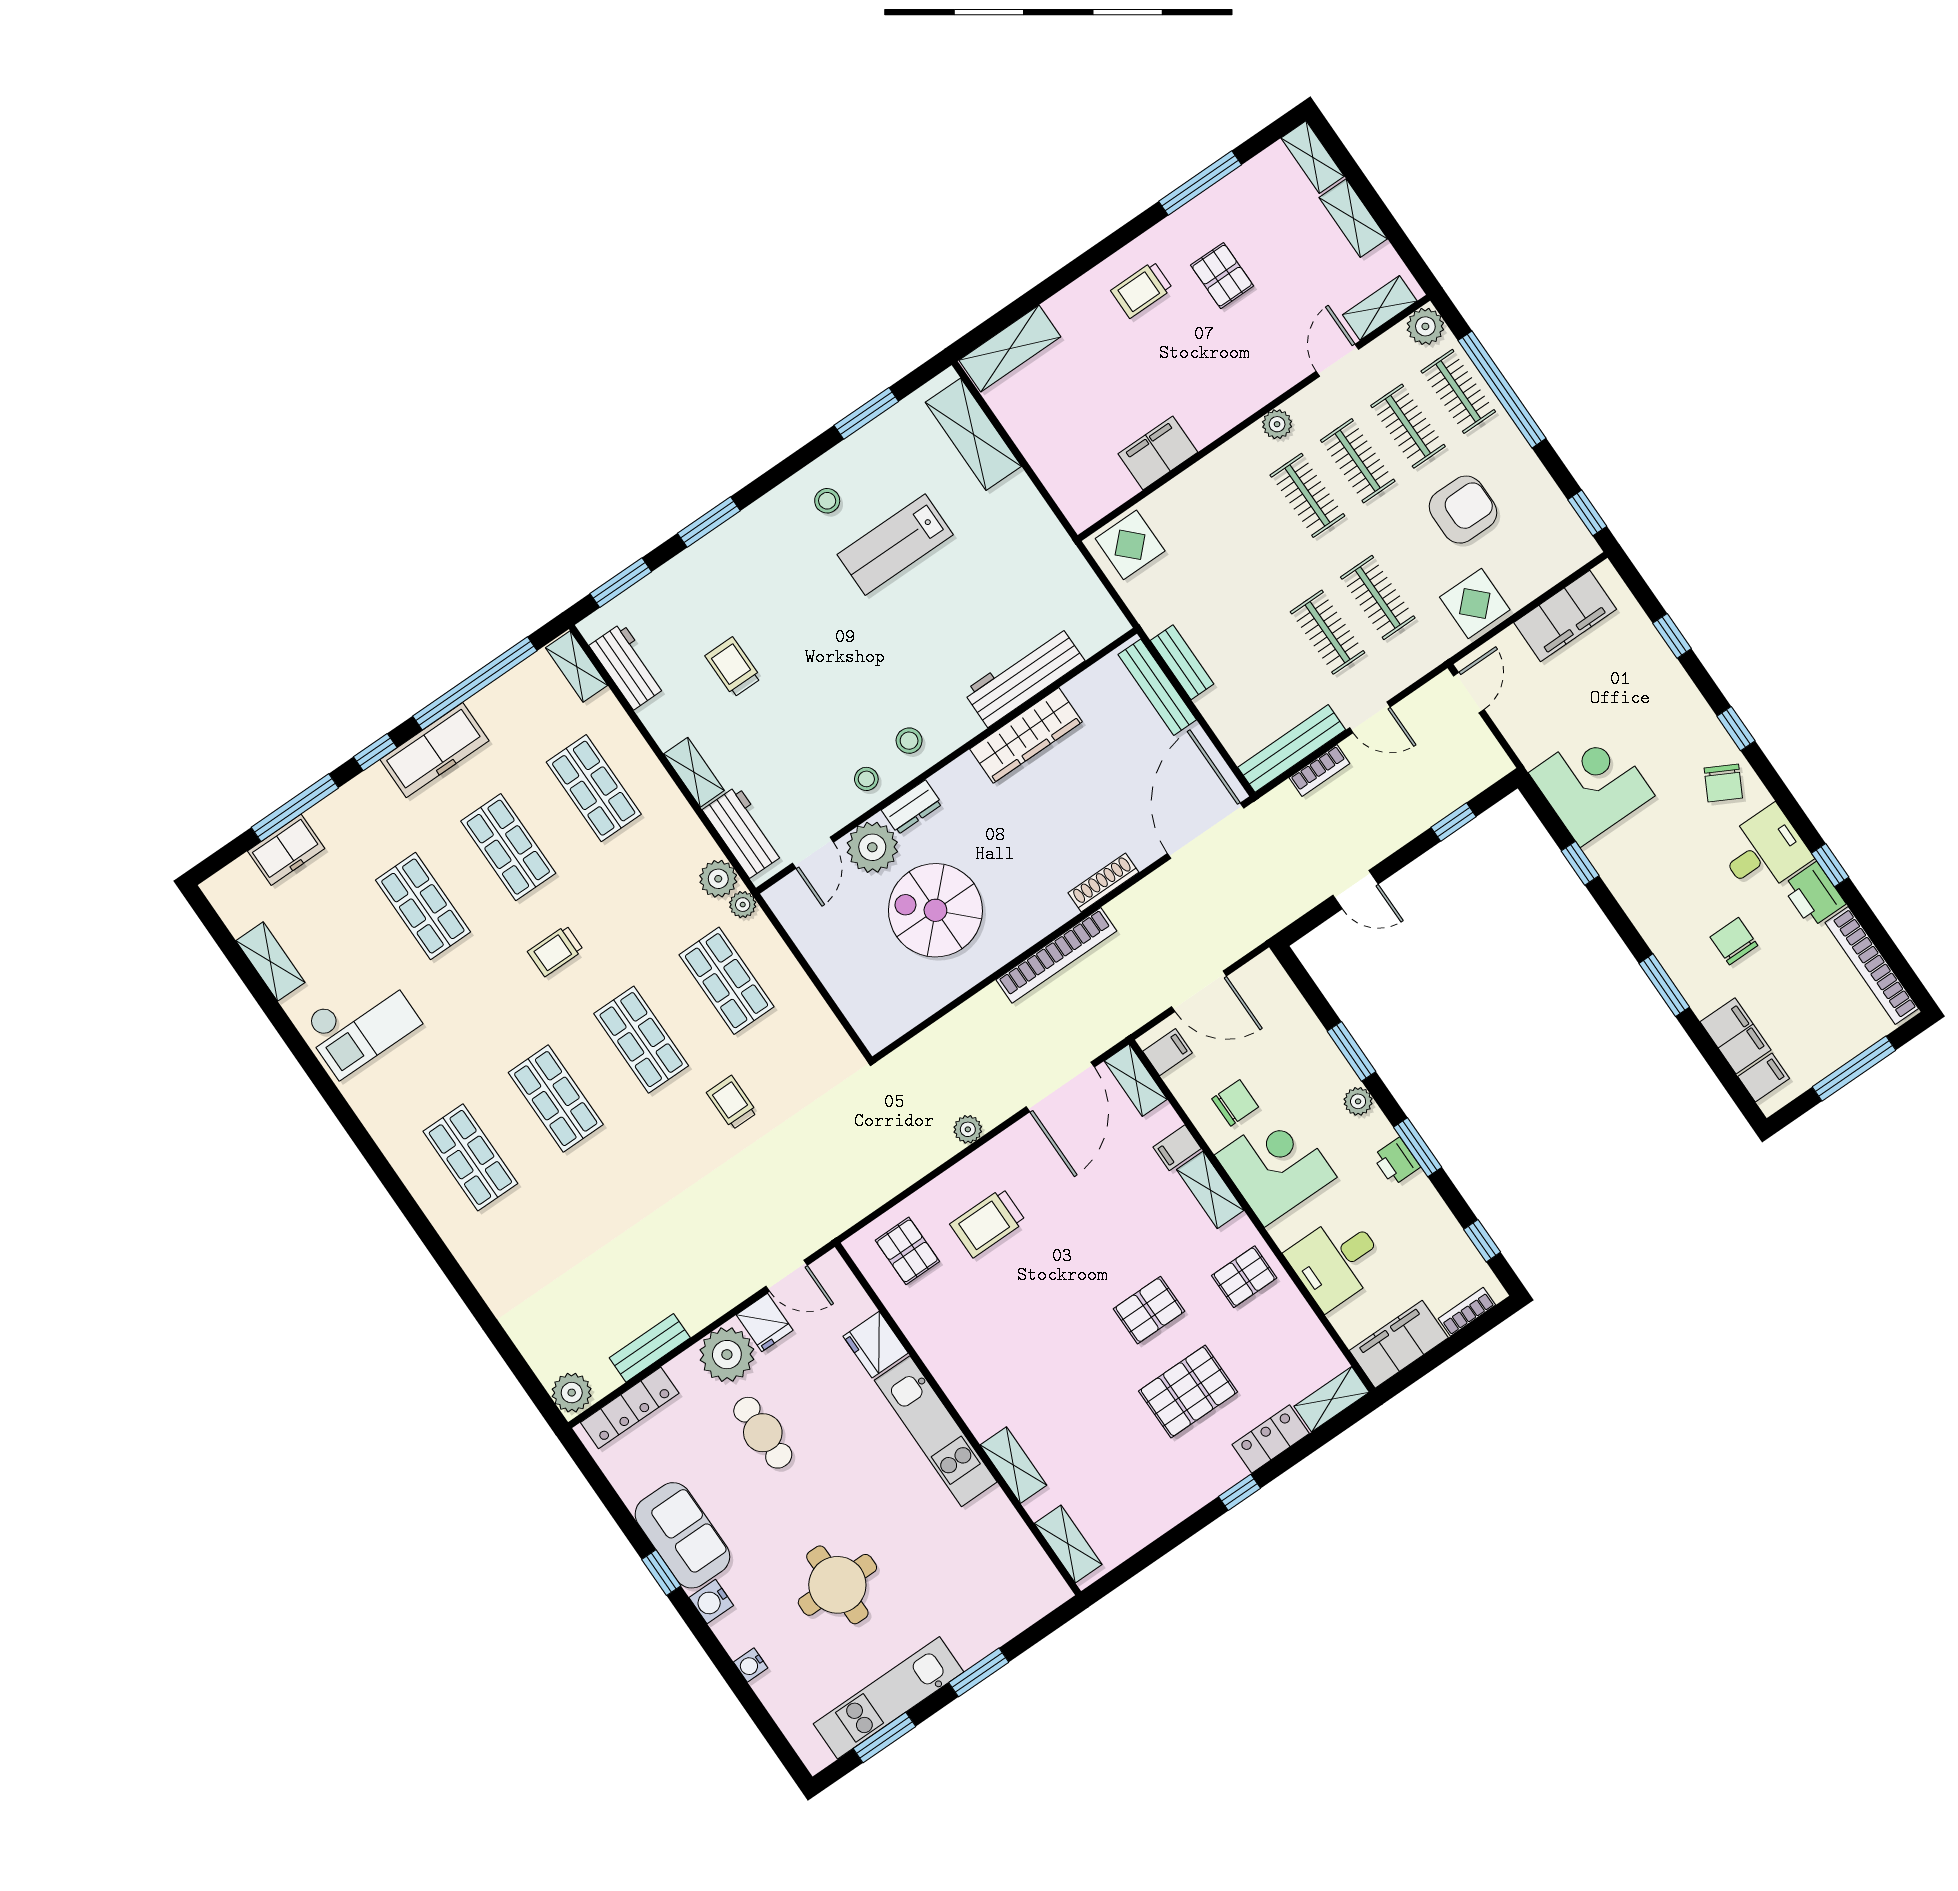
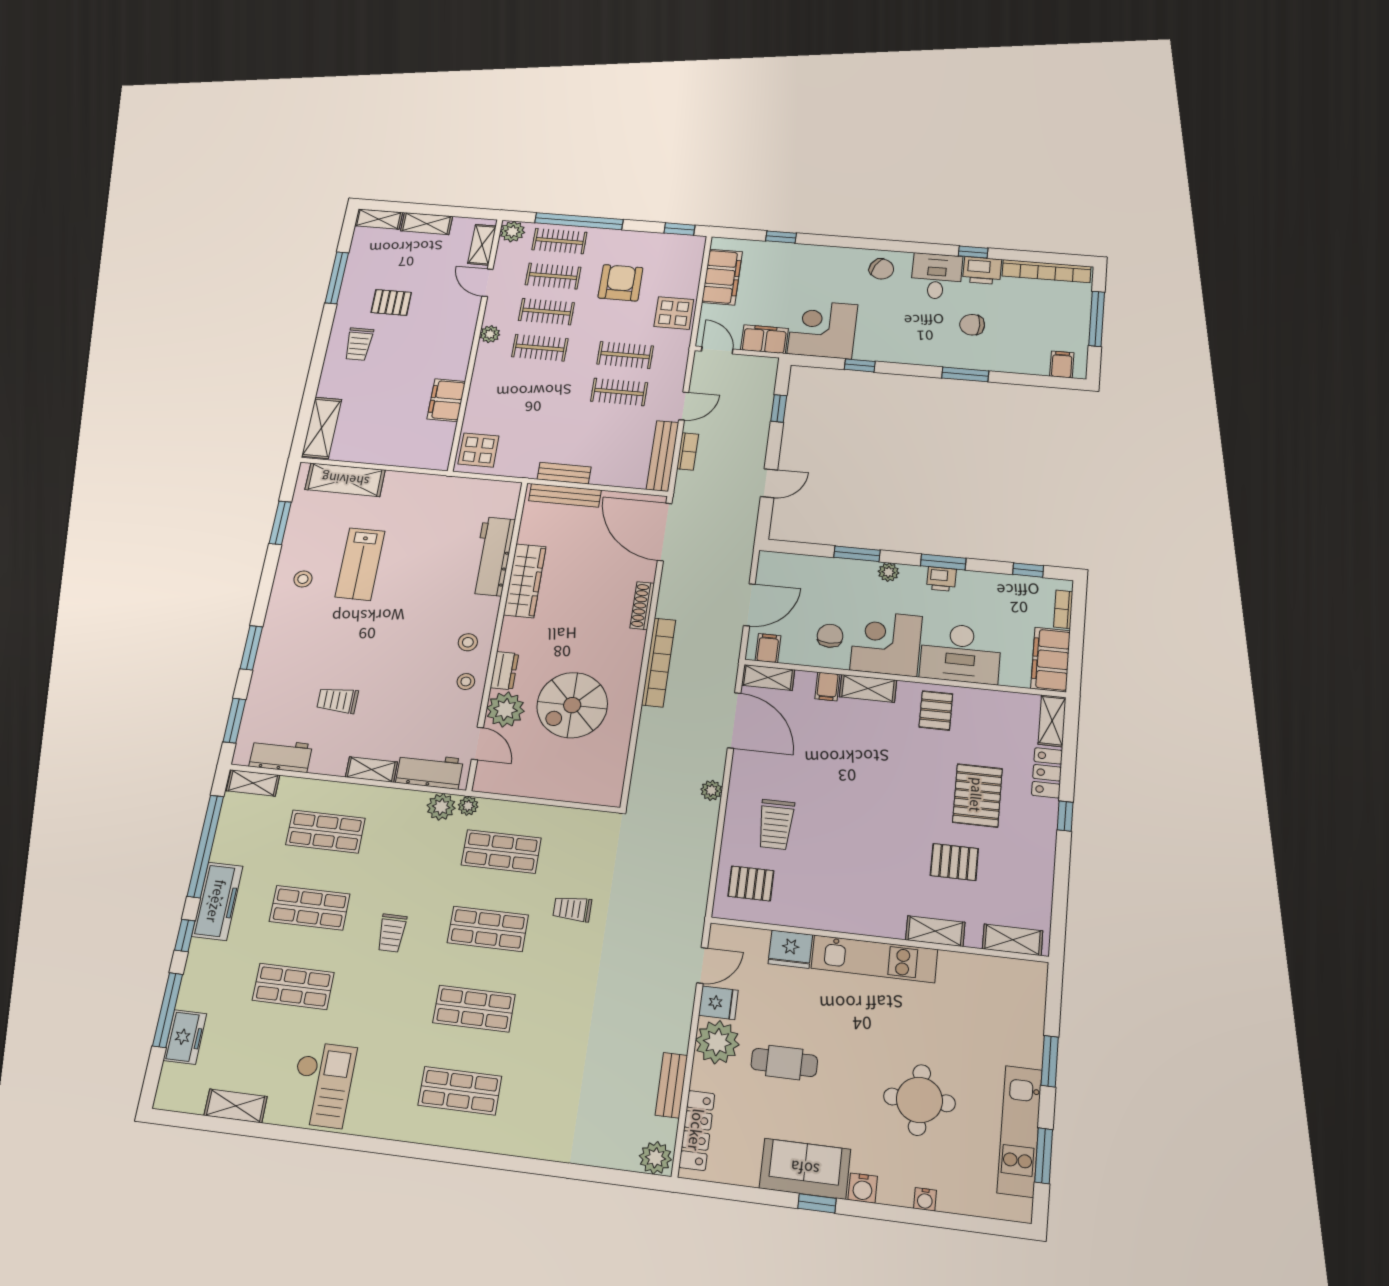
window: (1736, 729) -> (858, 243), removed
filing cabinet: (1736, 1036) -> (764, 339), moved
desk: (1337, 1261) -> (961, 653), width x1.37
pallet: (1149, 1310) -> (954, 862), moved, turned 90

